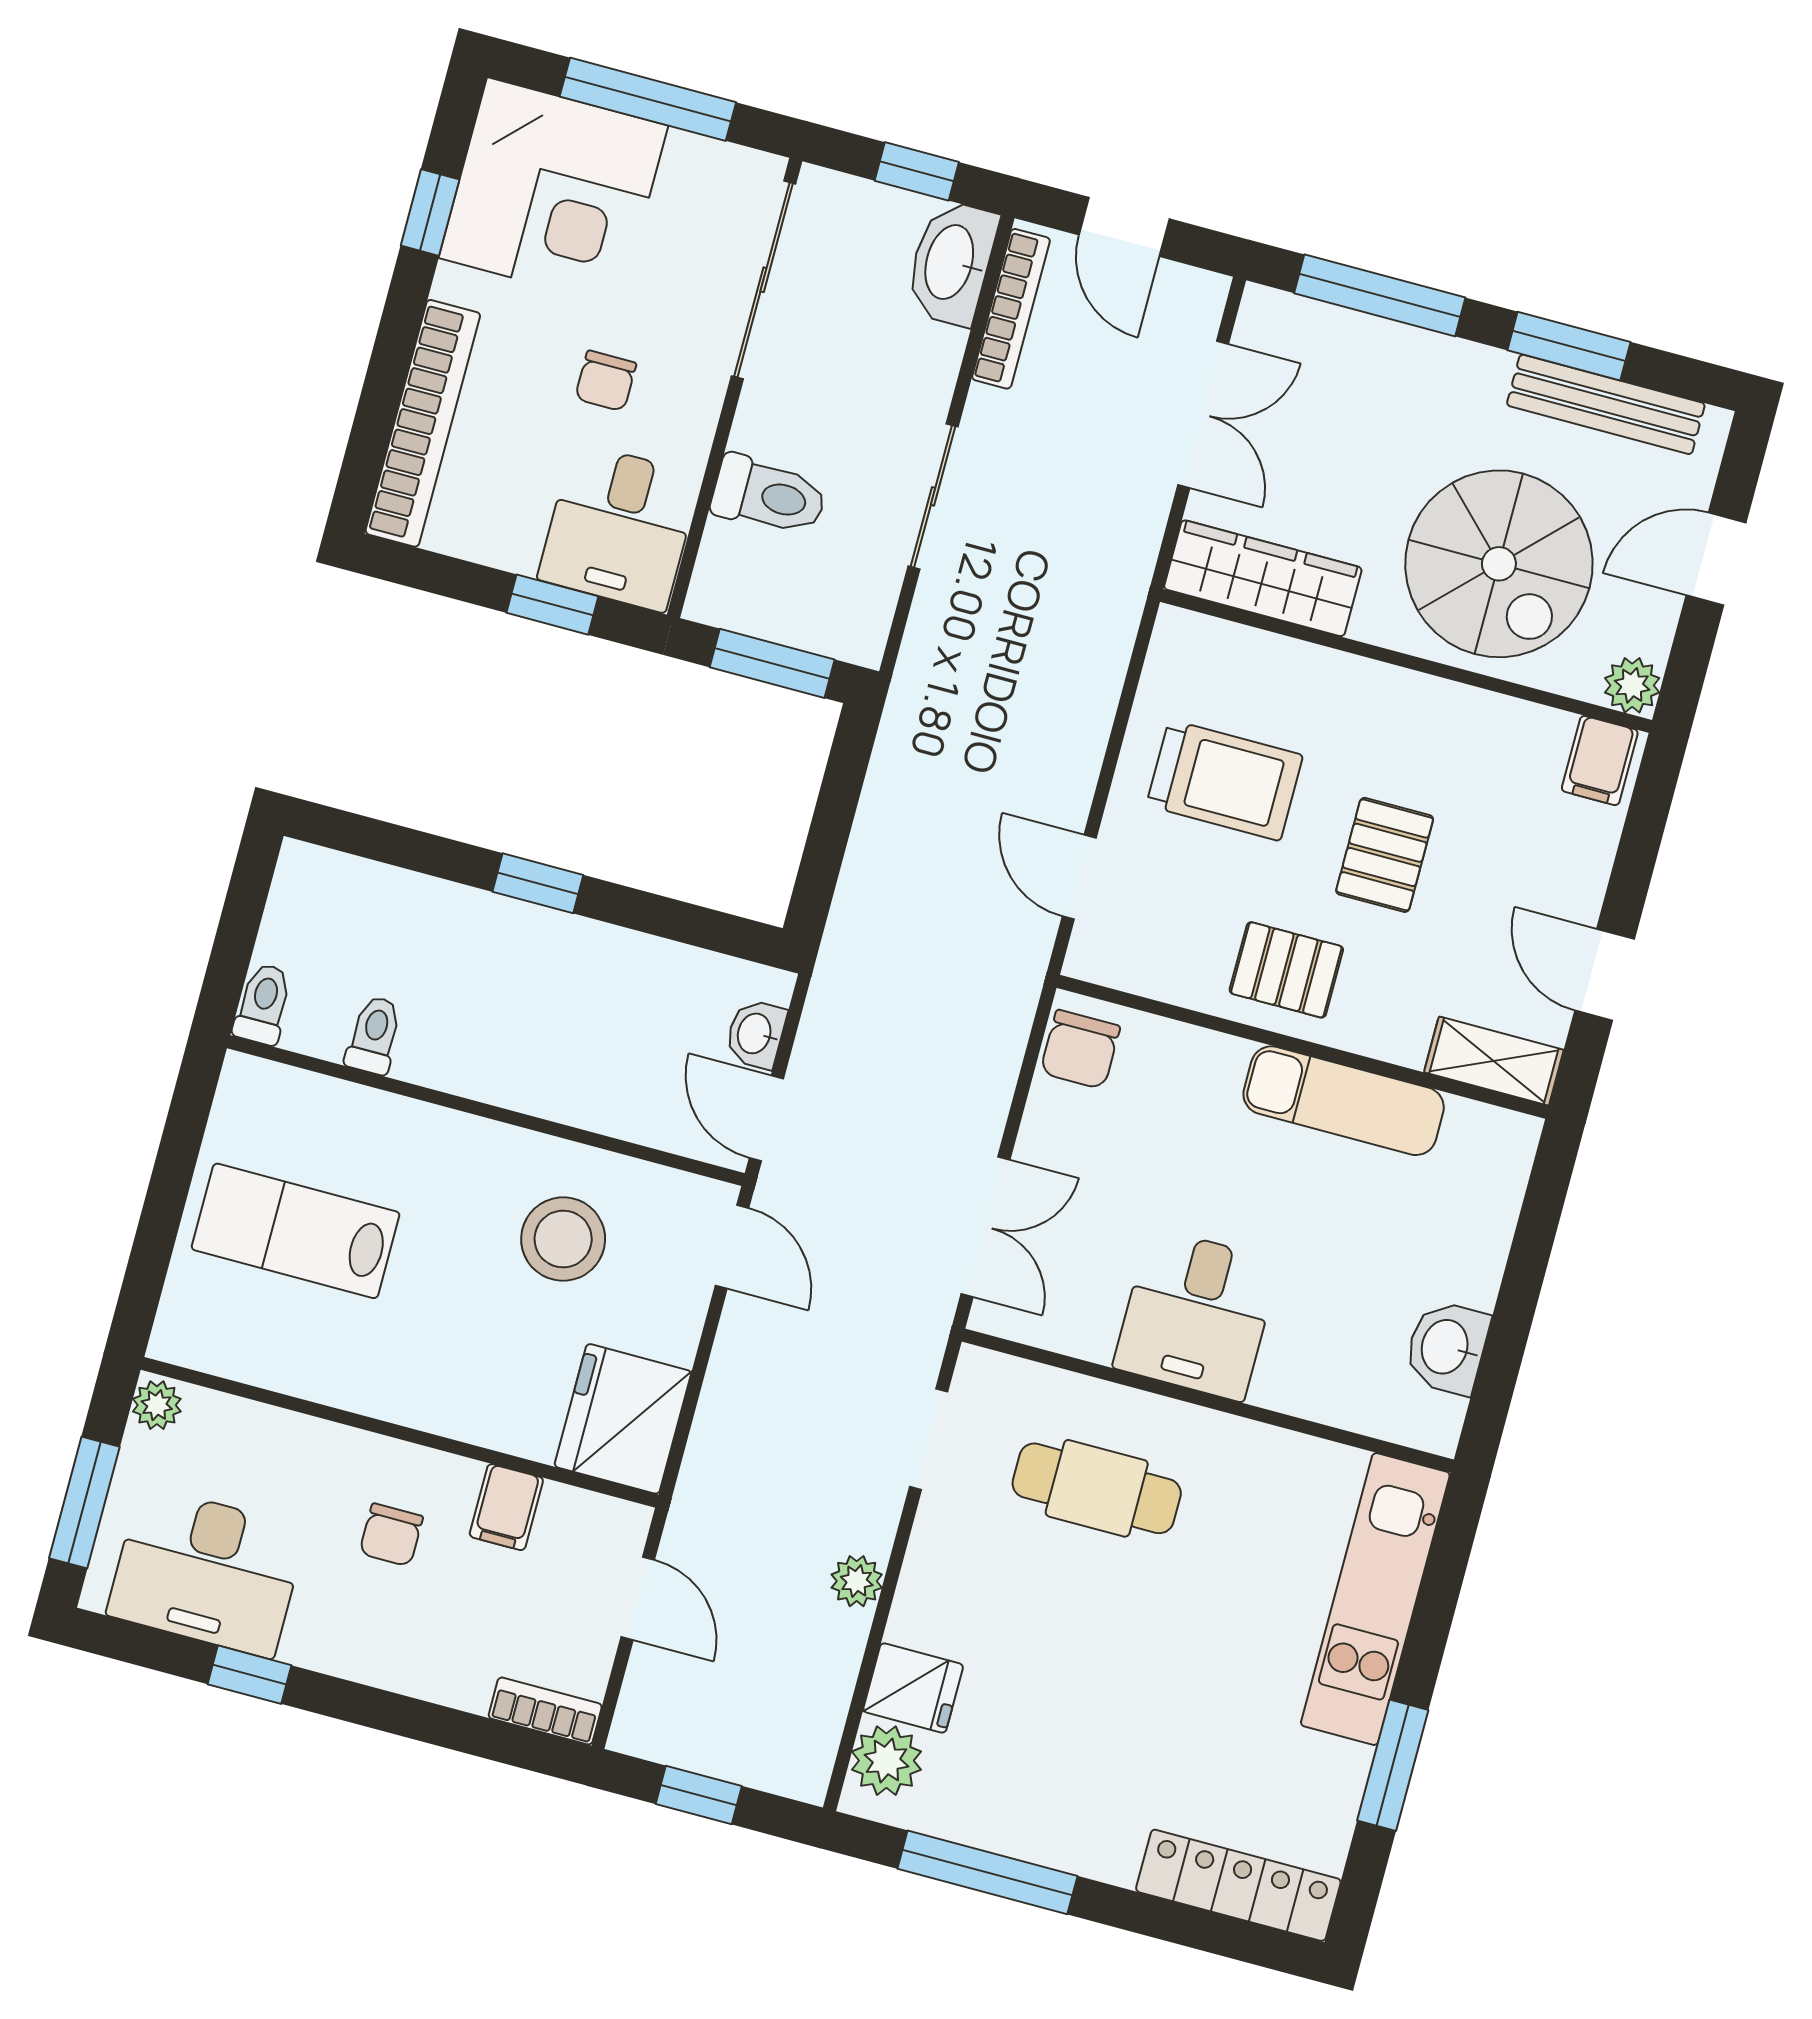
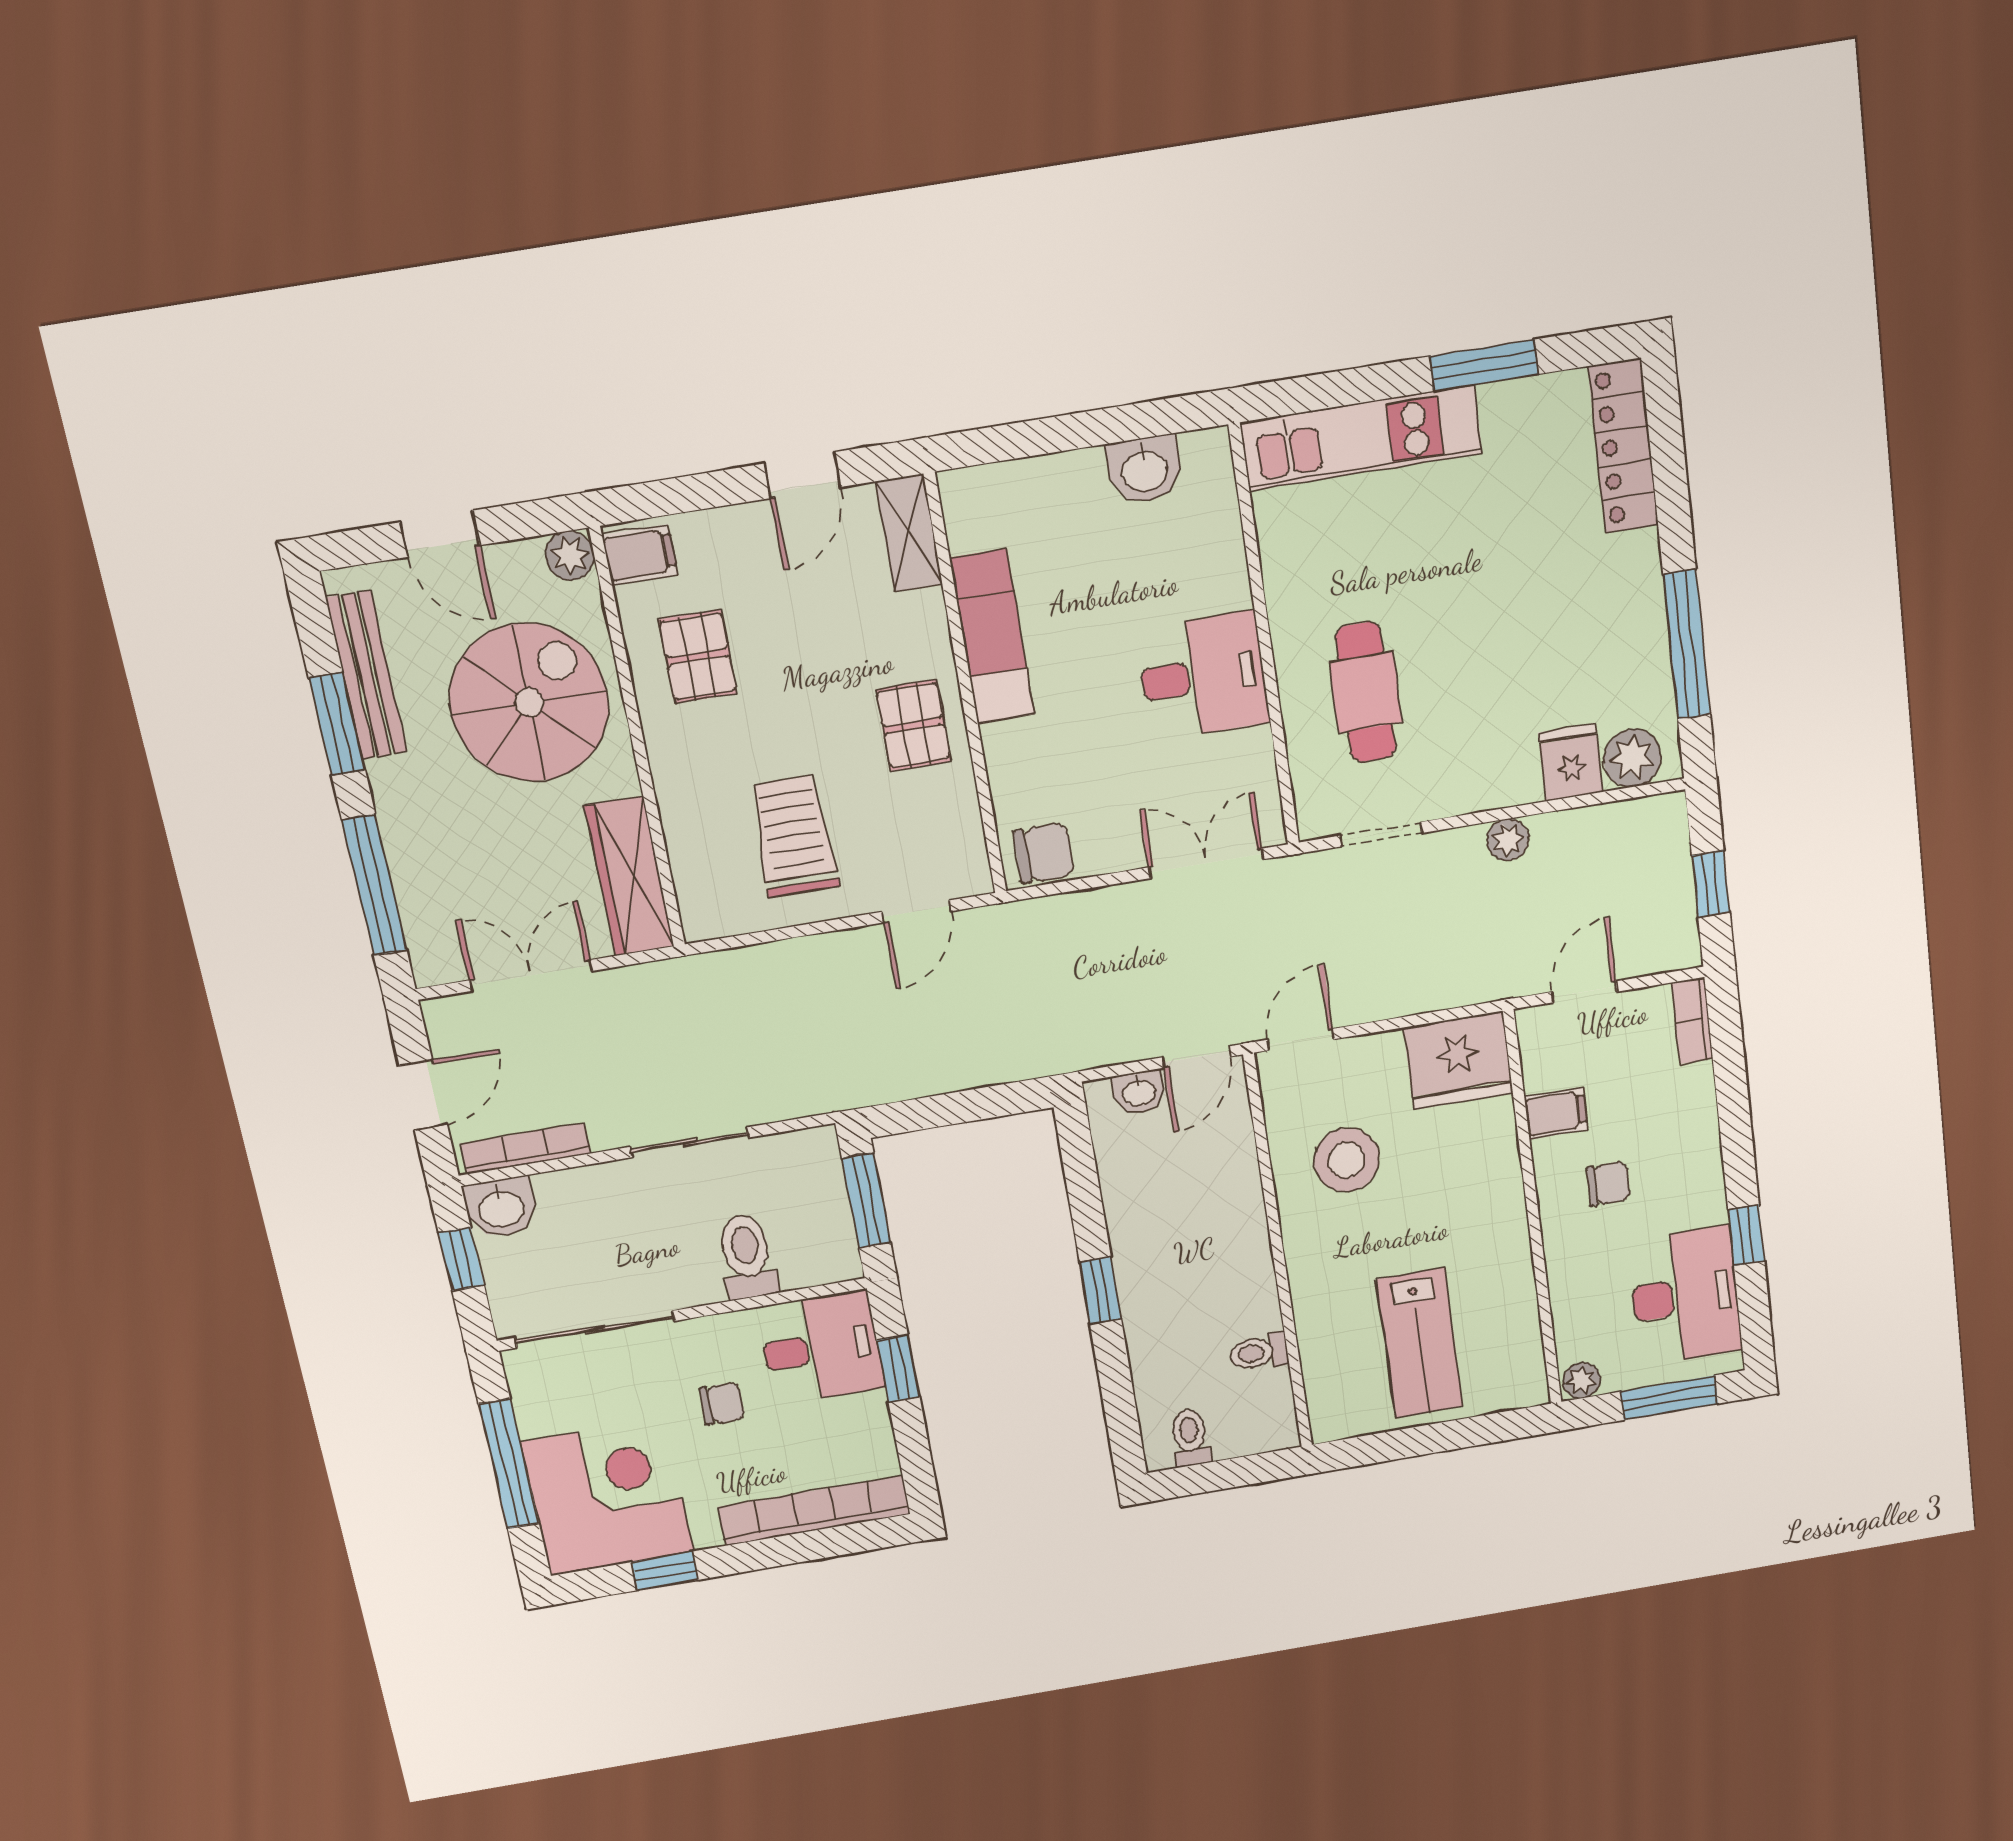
washbasin: (951, 263) -> (501, 1208), width x0.72
pallet: (1385, 855) -> (698, 657), moved, turned 90
toilet: (263, 1004) -> (1190, 1438), moved, turned 90

